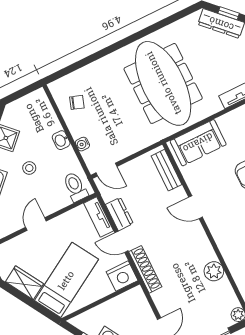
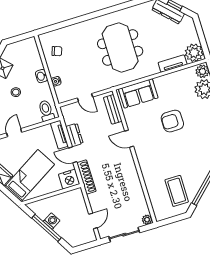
meeting table: (163, 83) -> (120, 47), width x0.73
door: (106, 170) -> (85, 97), moved
plant: (214, 271) -> (135, 186), removed

